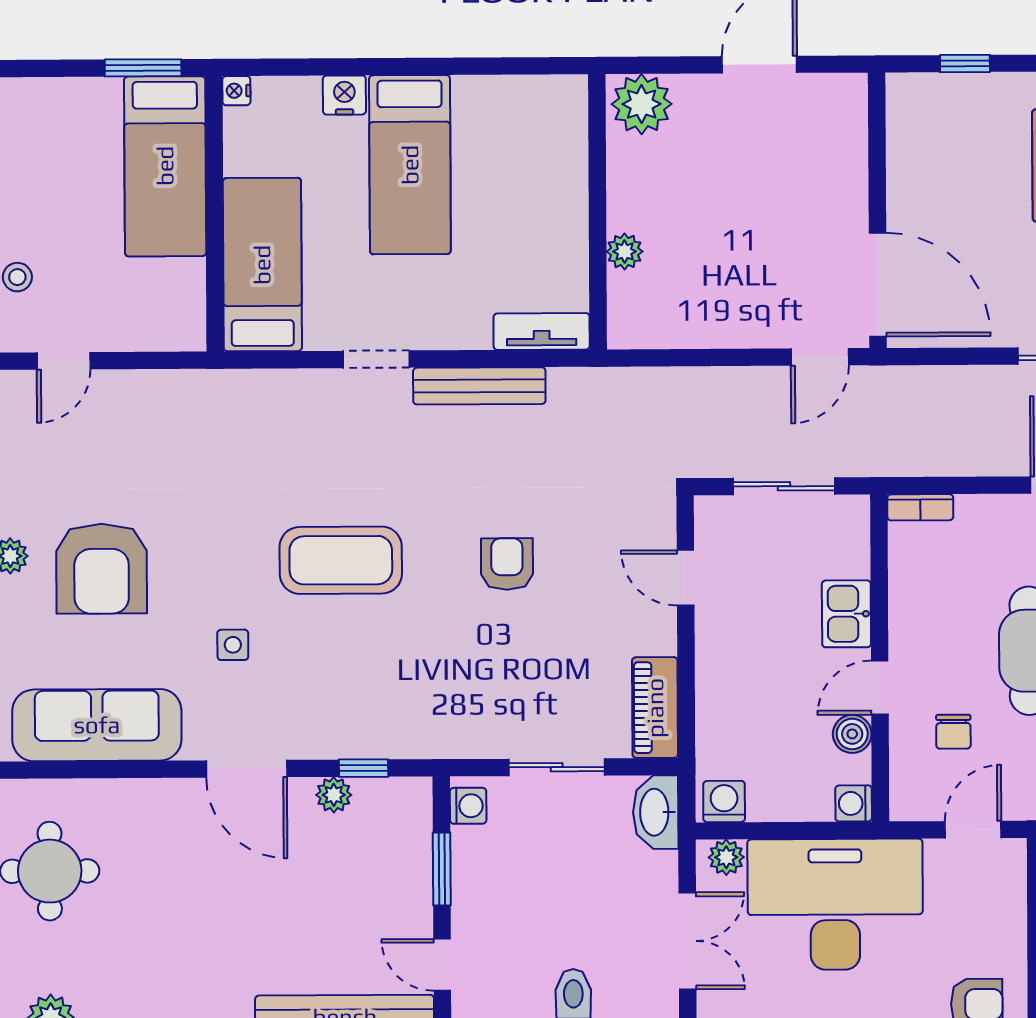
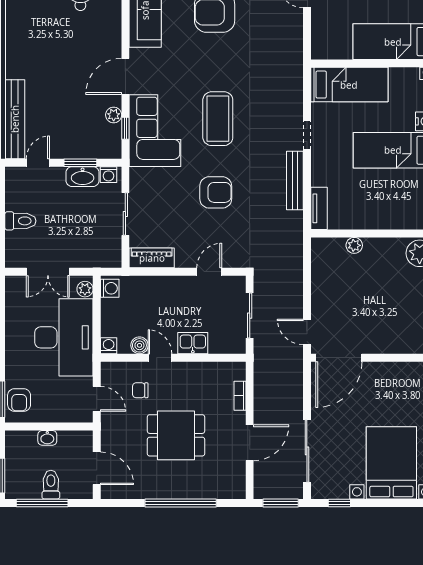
bookcase: (920, 507) -> (240, 396), moved
armchair: (507, 564) -> (216, 192), width x1.38, depth x1.38
side table: (233, 645) -> (180, 71), removed
corner sofa: (369, 702) -> (155, 131), added
washbasin: (656, 812) -> (83, 177), moved, turned 180

